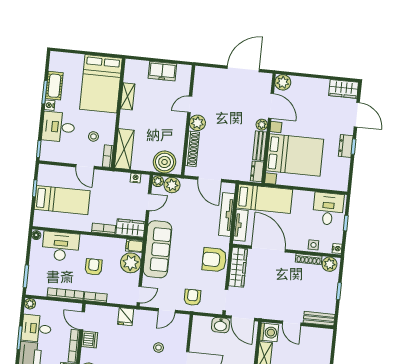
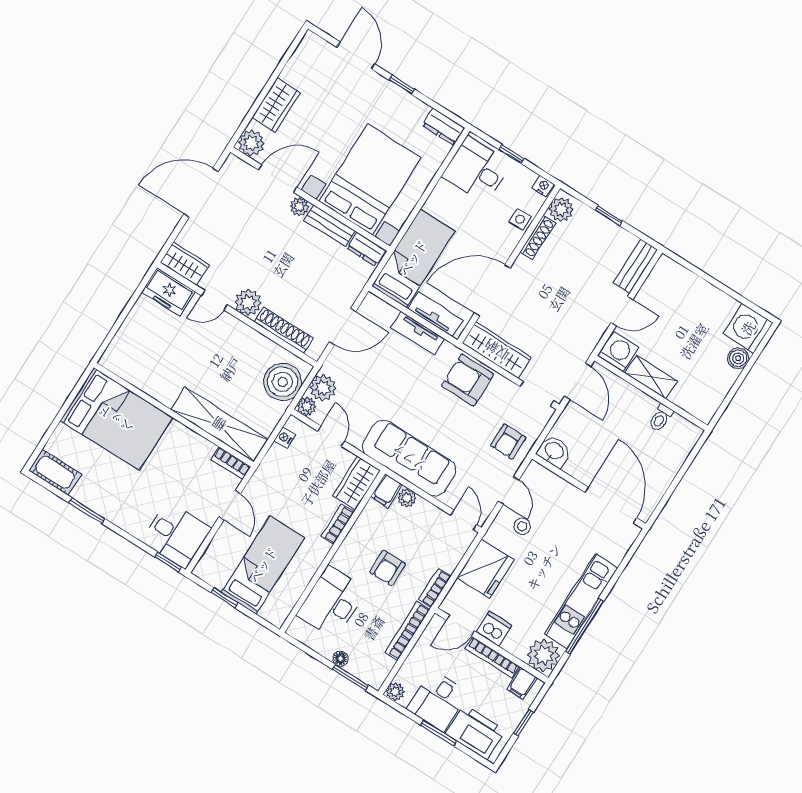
door: (243, 69) -> (201, 193), hinge flipped
freezer: (162, 71) -> (168, 292), moved, turned 90
wardrobe: (201, 79) -> (185, 264), added
cot: (54, 86) -> (55, 472), moved
wardrobe: (344, 89) -> (276, 105), moved
shelving: (128, 96) -> (156, 388), removed
door: (190, 104) -> (214, 300), hinge flipped
nightstand: (50, 105) -> (110, 513), removed
door: (357, 115) -> (356, 56), hinge flipped
desk: (58, 127) -> (176, 535), moved, turned -90
stool: (93, 136) -> (190, 470), removed
dresser: (346, 146) -> (444, 127), moved
shelving: (124, 149) -> (219, 424), width x1.47
door: (85, 167) -> (230, 506), hinge flipped
tv unit: (227, 215) -> (418, 333), width x0.71
floor lamp: (36, 235) -> (340, 659), moved
armchair: (214, 260) -> (468, 380), turned 90
plant: (131, 263) -> (407, 498), width x0.53, depth x0.53
armchair: (94, 267) -> (388, 568), turned -90
armchair: (192, 297) -> (508, 442), turned -90
fridge: (126, 317) -> (485, 569), width x1.88, depth x1.34
door: (243, 318) -> (578, 381), hinge flipped
washbasin: (220, 325) -> (554, 451), moved, turned -90
stool: (159, 348) -> (522, 526), moved

